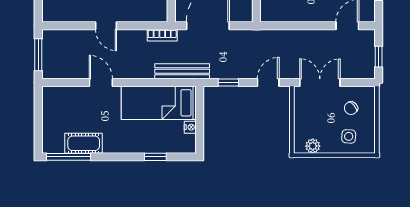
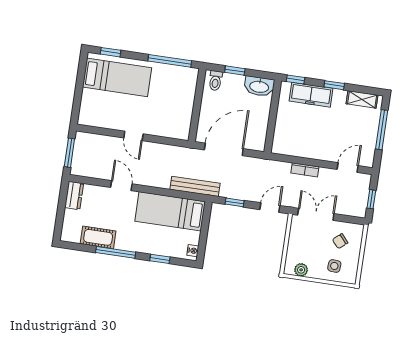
bookcase: (162, 35) -> (305, 170), moved
dresser: (50, 101) -> (74, 195), added
nightstand: (190, 127) -> (193, 251), moved
window: (69, 157) -> (116, 252), moved

